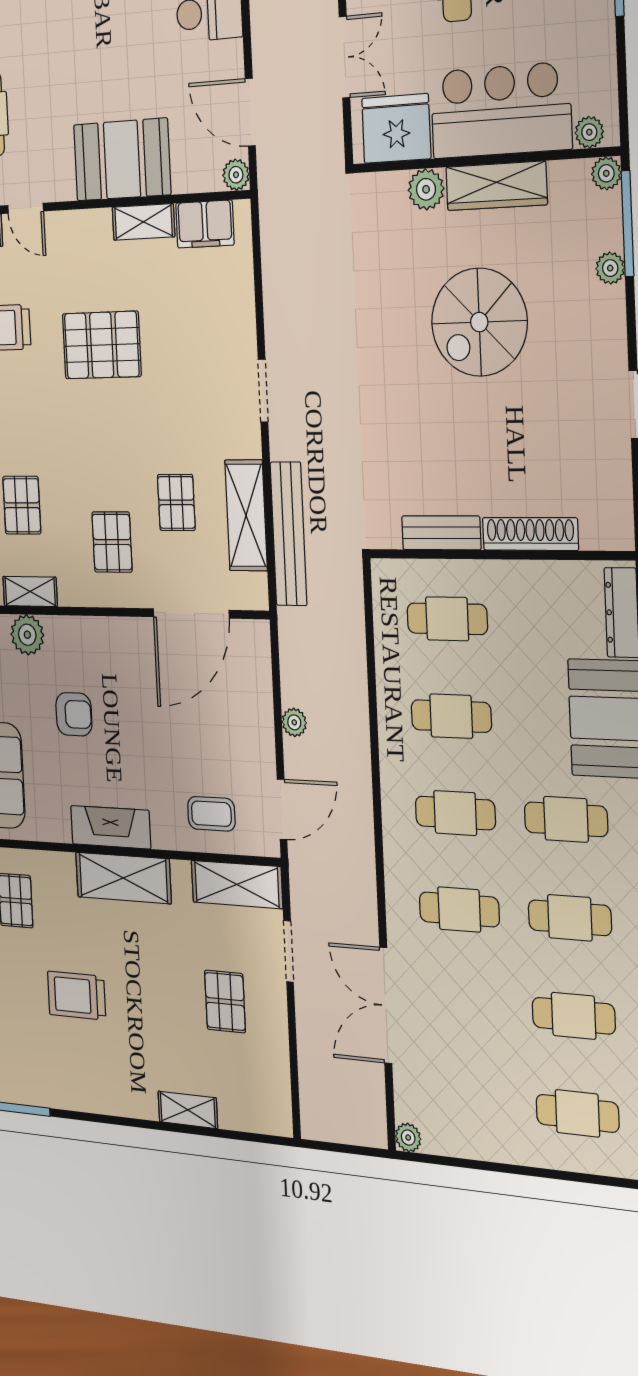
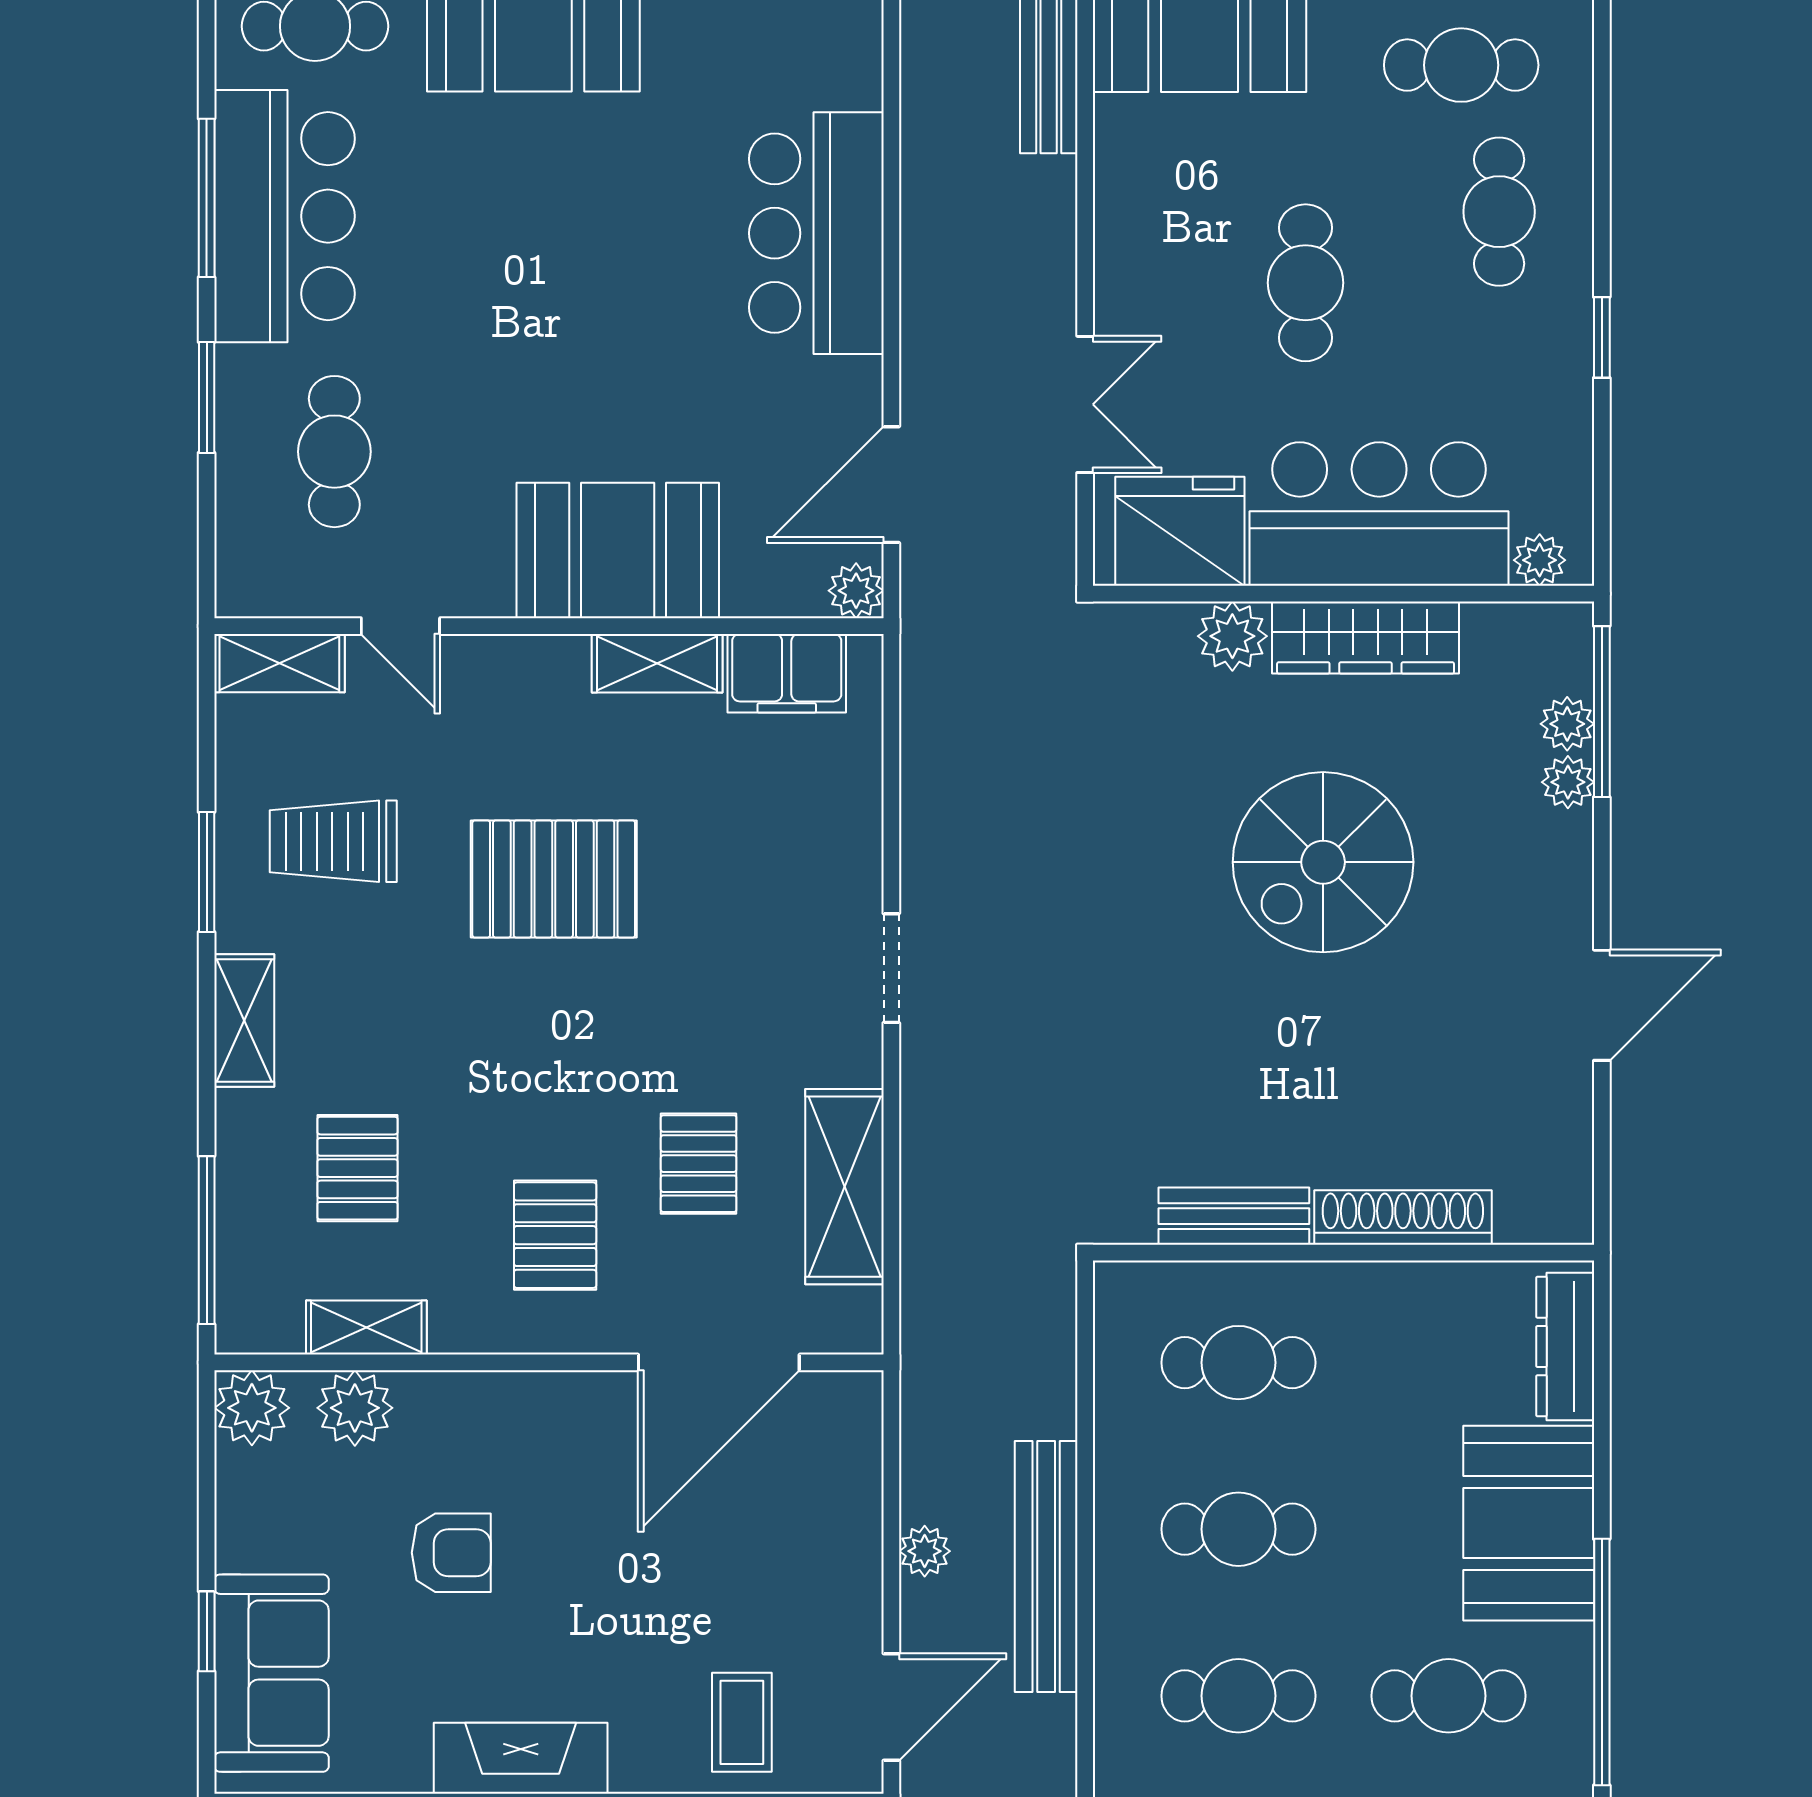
door: (250, 112) -> (891, 485), hinge flipped
plant: (606, 173) -> (1567, 724), moved
bench: (289, 534) -> (1046, 1566), moved
coffee table: (211, 814) -> (742, 1722), turned 90

